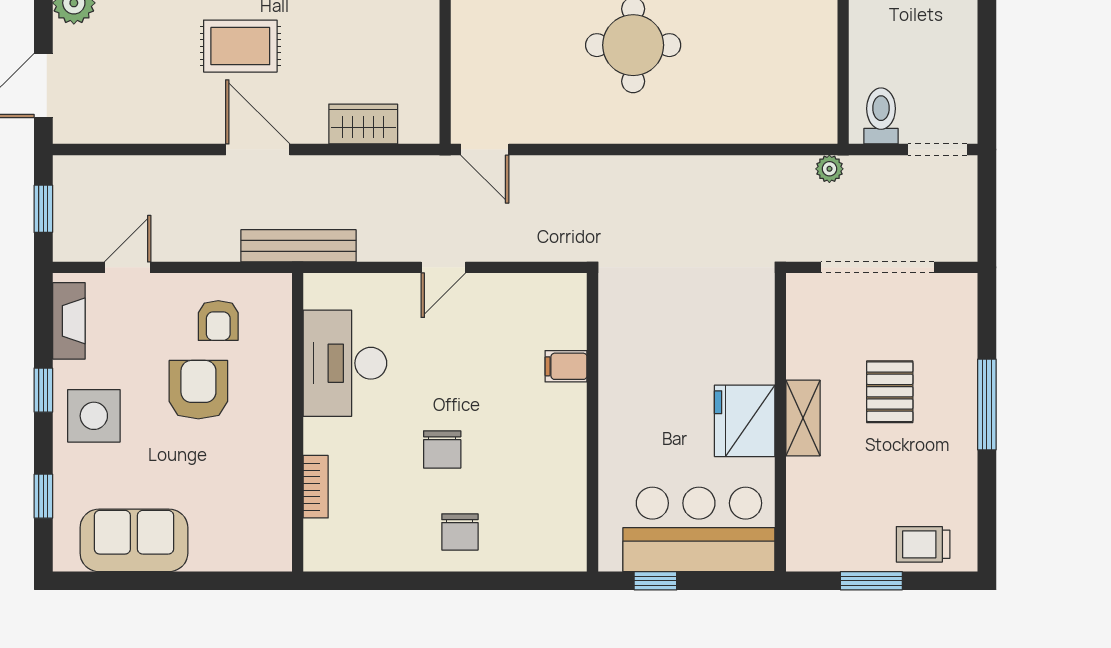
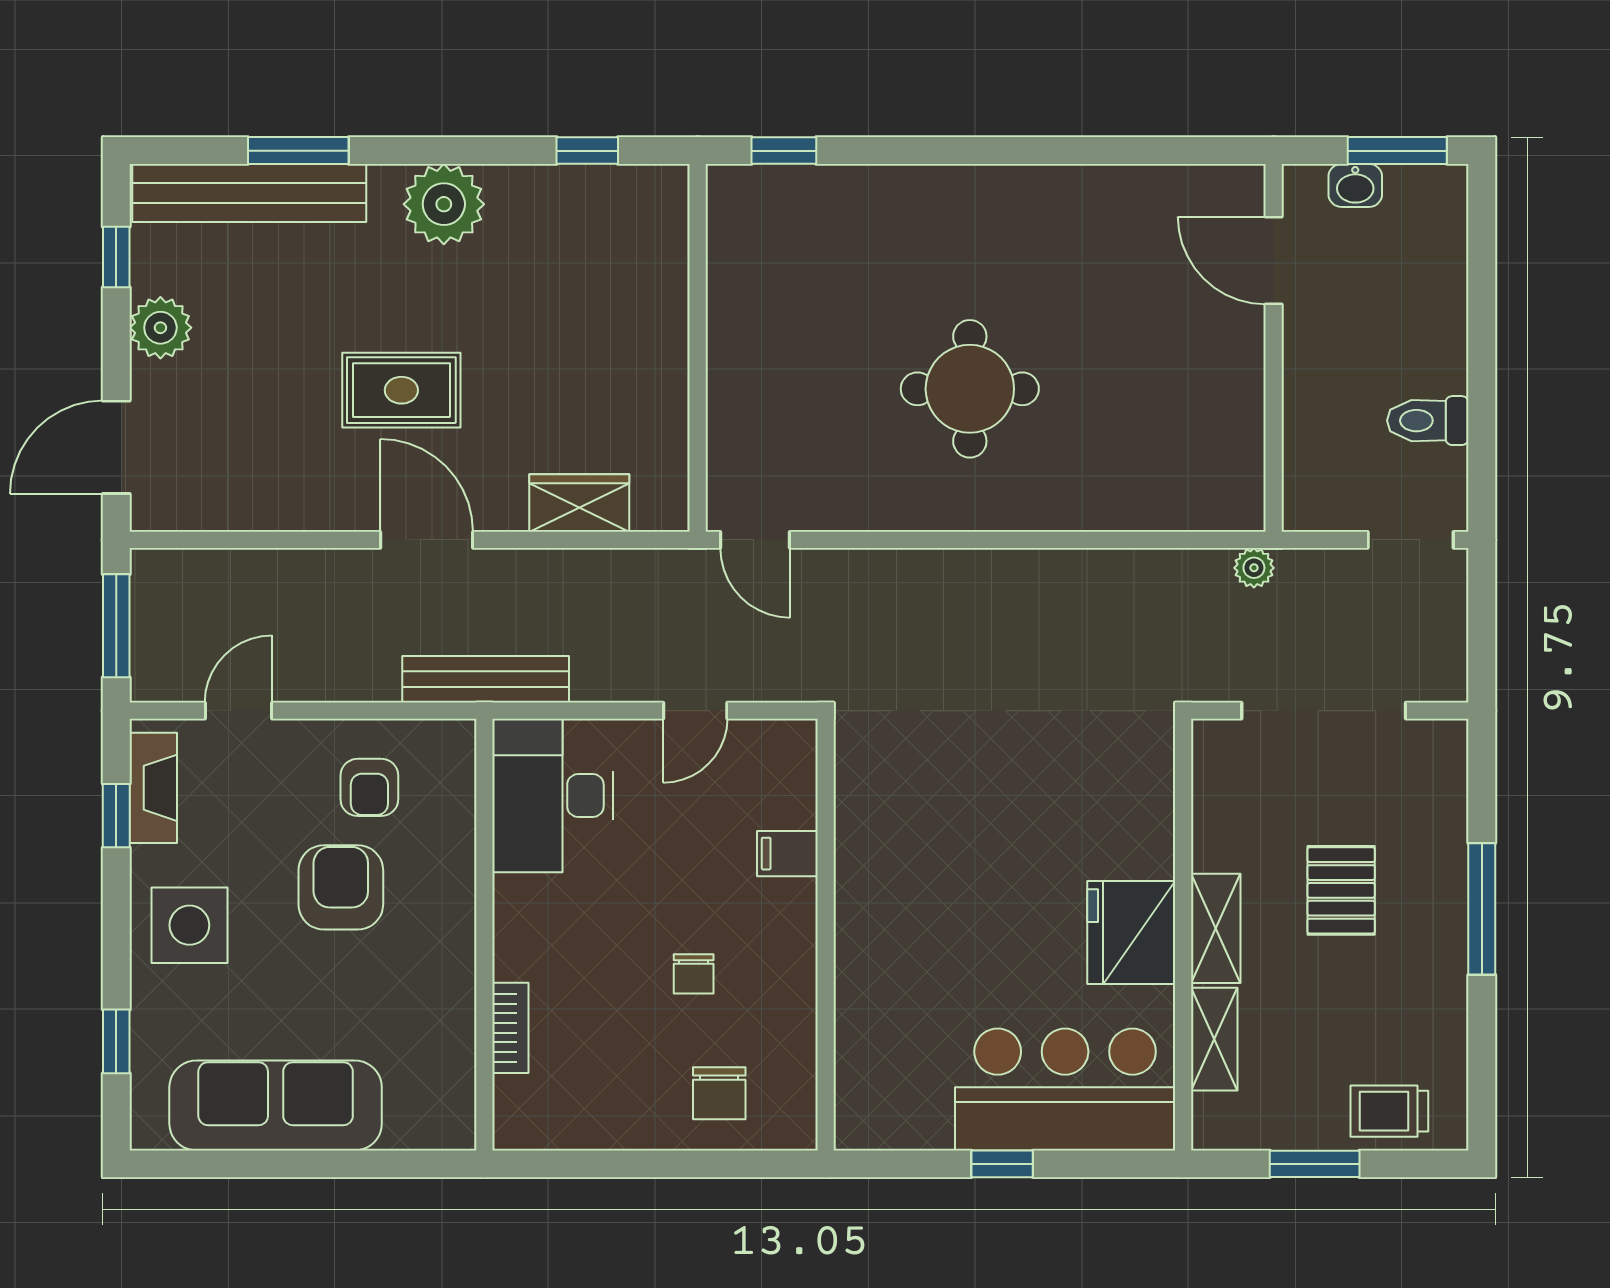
toilet: (881, 116) -> (1428, 421), moved, turned -90
window: (43, 209) -> (116, 626), width x1.50
desk: (345, 363) -> (553, 796), moved
filing cabinet: (566, 366) -> (787, 854), moved
window: (43, 390) -> (116, 816), moved
wall: (592, 422) -> (826, 935), moved
chair: (442, 449) -> (694, 974), width x0.73, depth x0.73
shelving: (802, 495) -> (1214, 1039), added
sofa: (134, 540) -> (276, 1105), width x1.36

